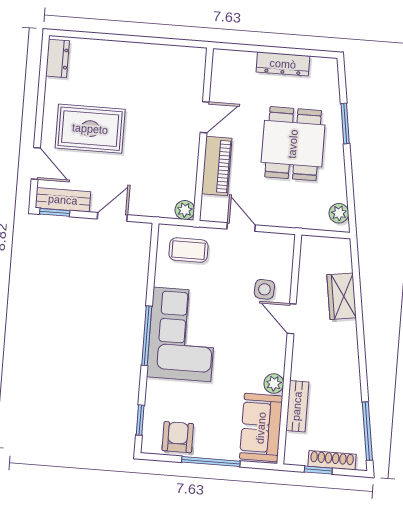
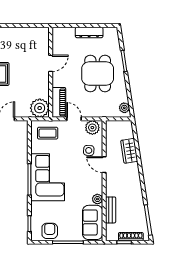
piano: (217, 166) -> (59, 102), moved
plant: (185, 210) -> (40, 108), width x1.88, depth x1.88
plant: (275, 246) -> (92, 128), added

